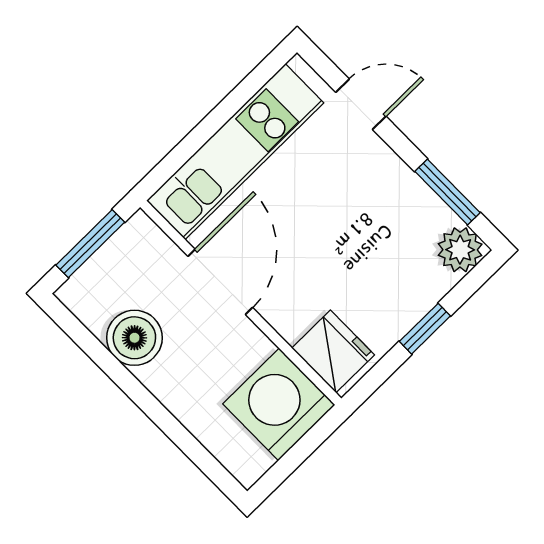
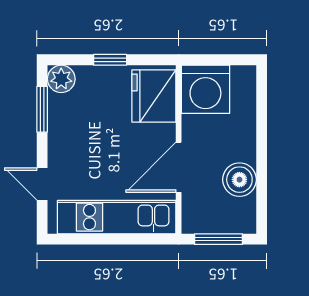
fridge: (333, 351) -> (154, 96), width x1.36, depth x1.34

